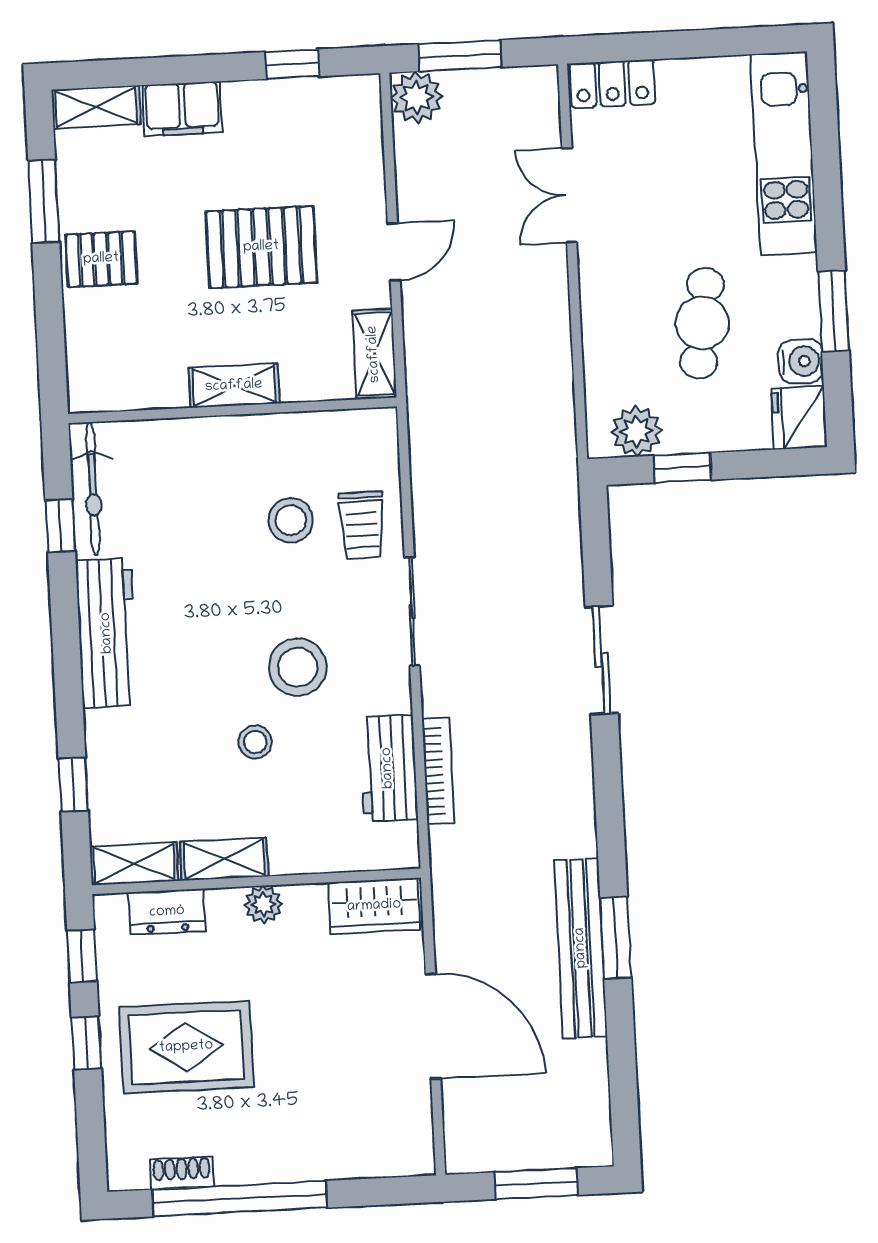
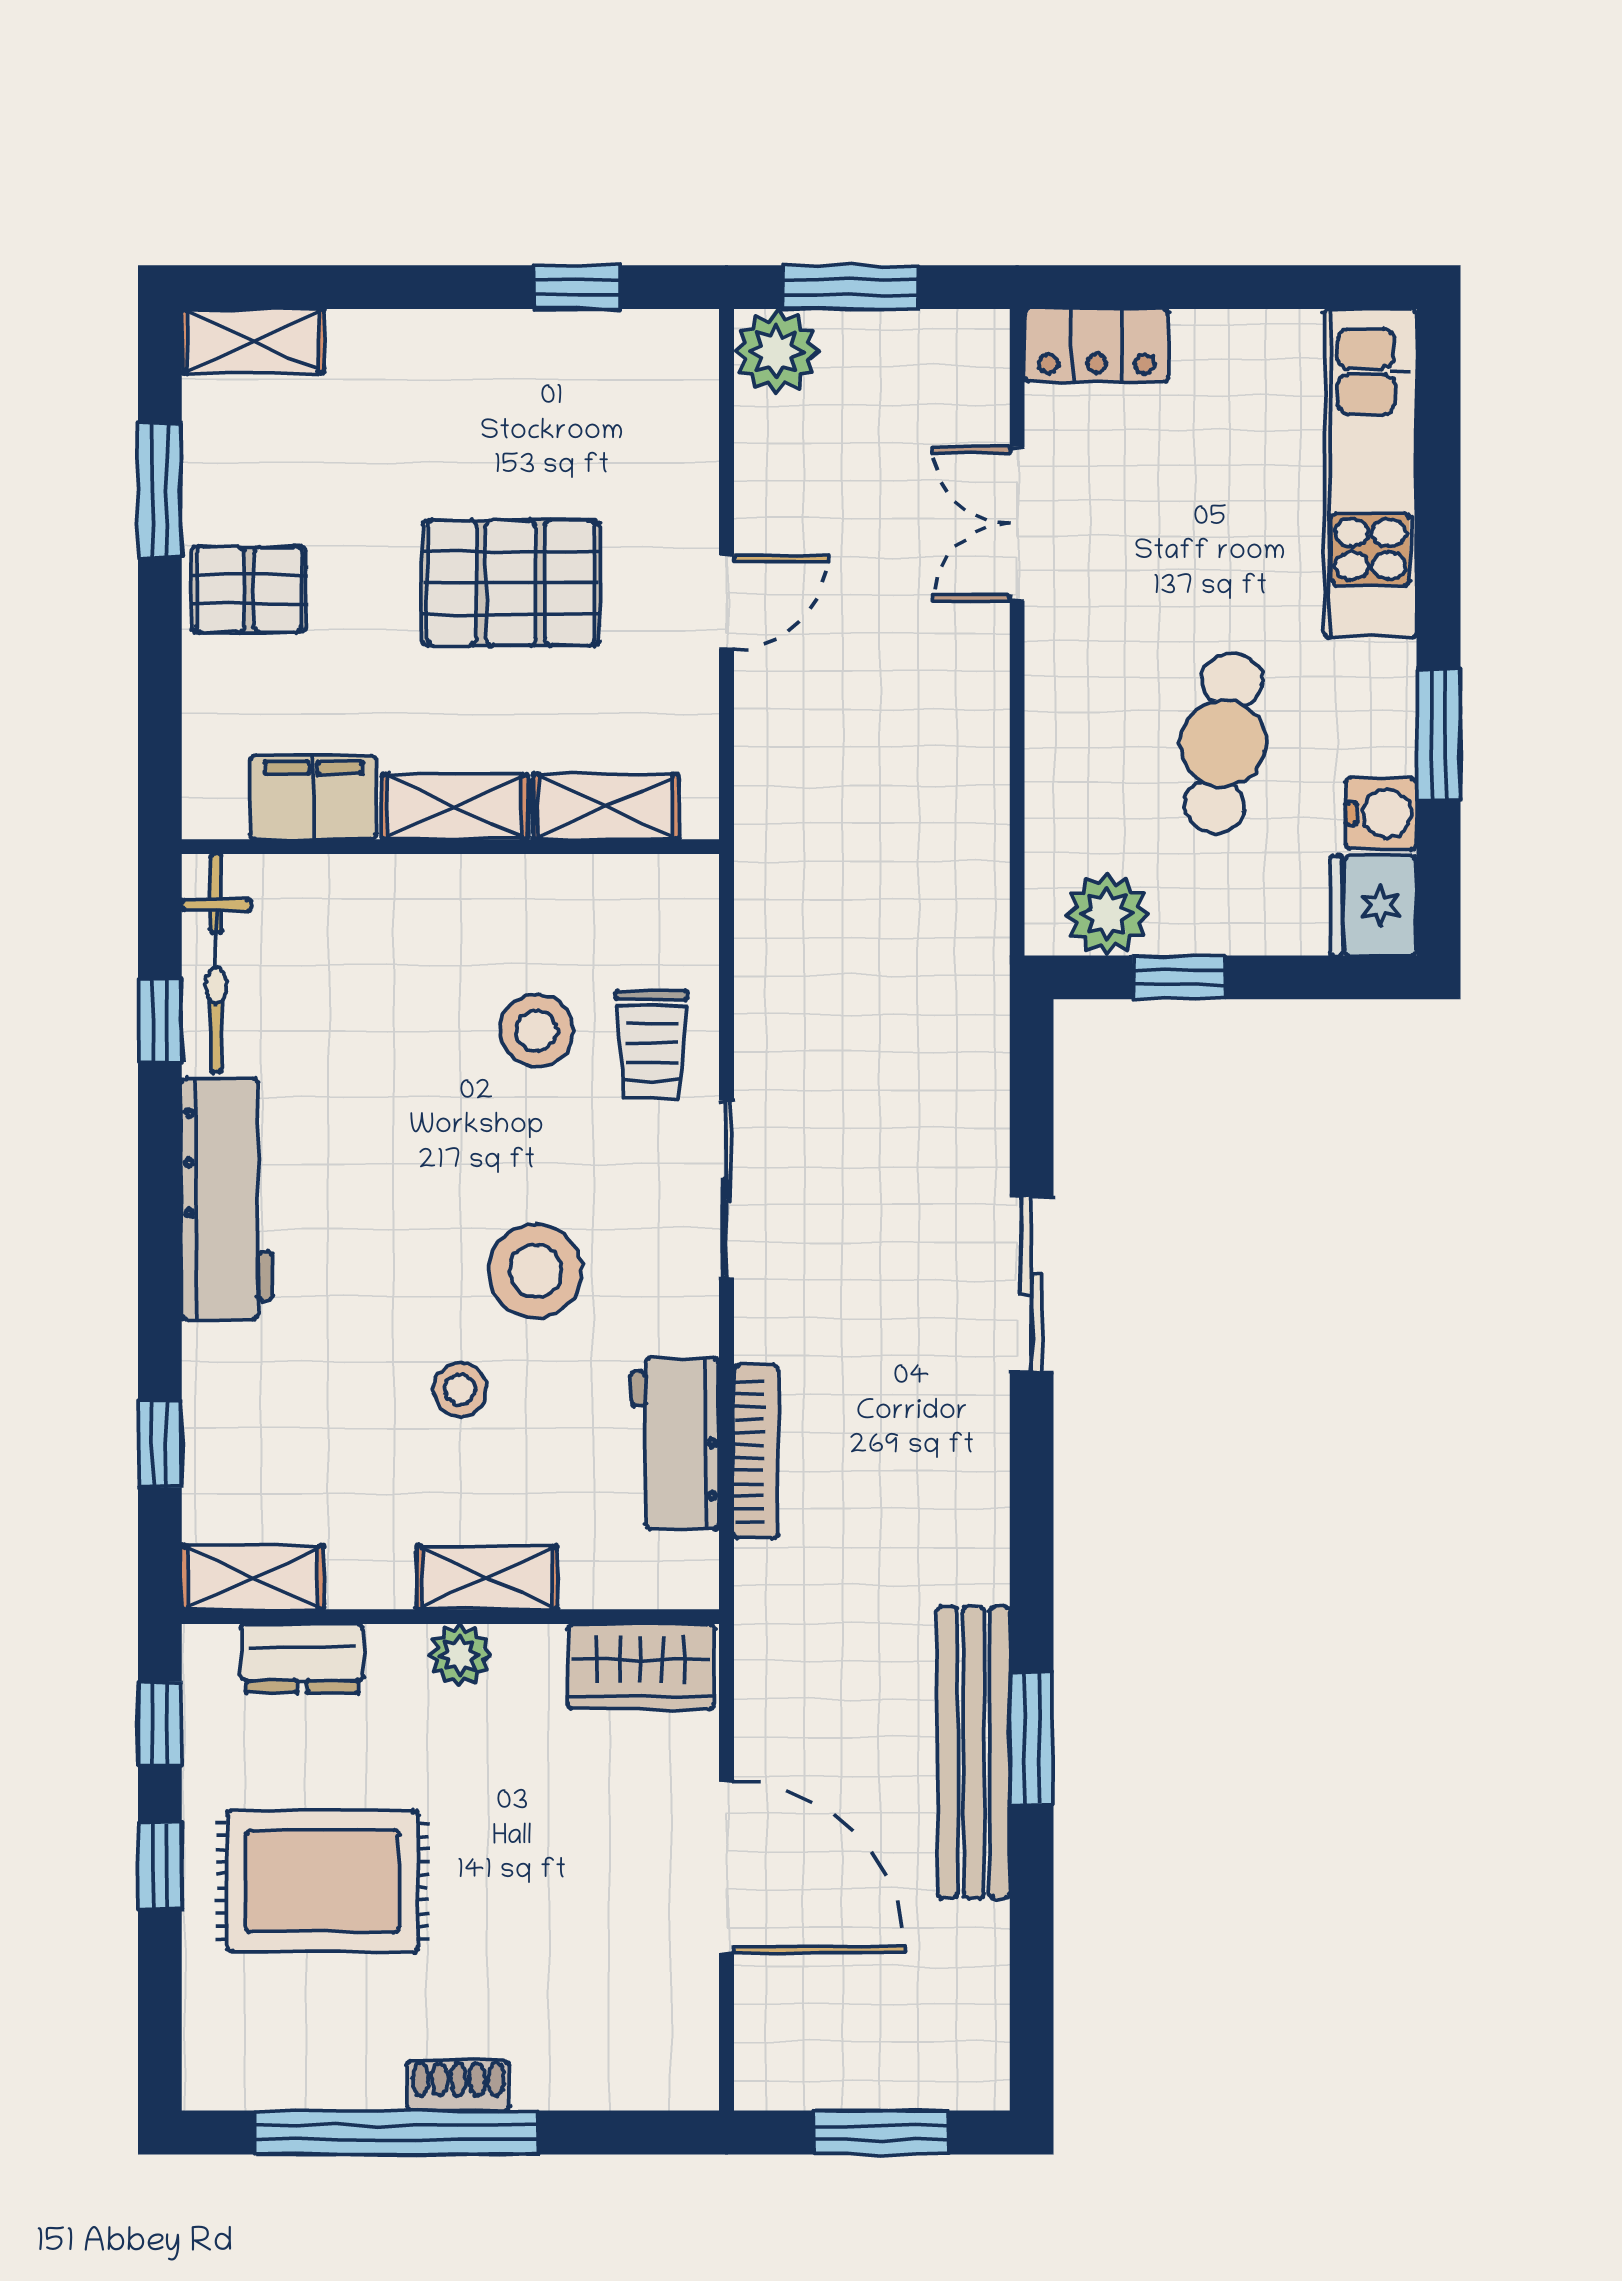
filing cabinet: (182, 109) -> (313, 797), moved, turned 180
shelving: (374, 354) -> (606, 807), moved, turned 90
shelving: (224, 859) -> (487, 1578), moved
shoe rack: (182, 1173) -> (458, 2086), moved

